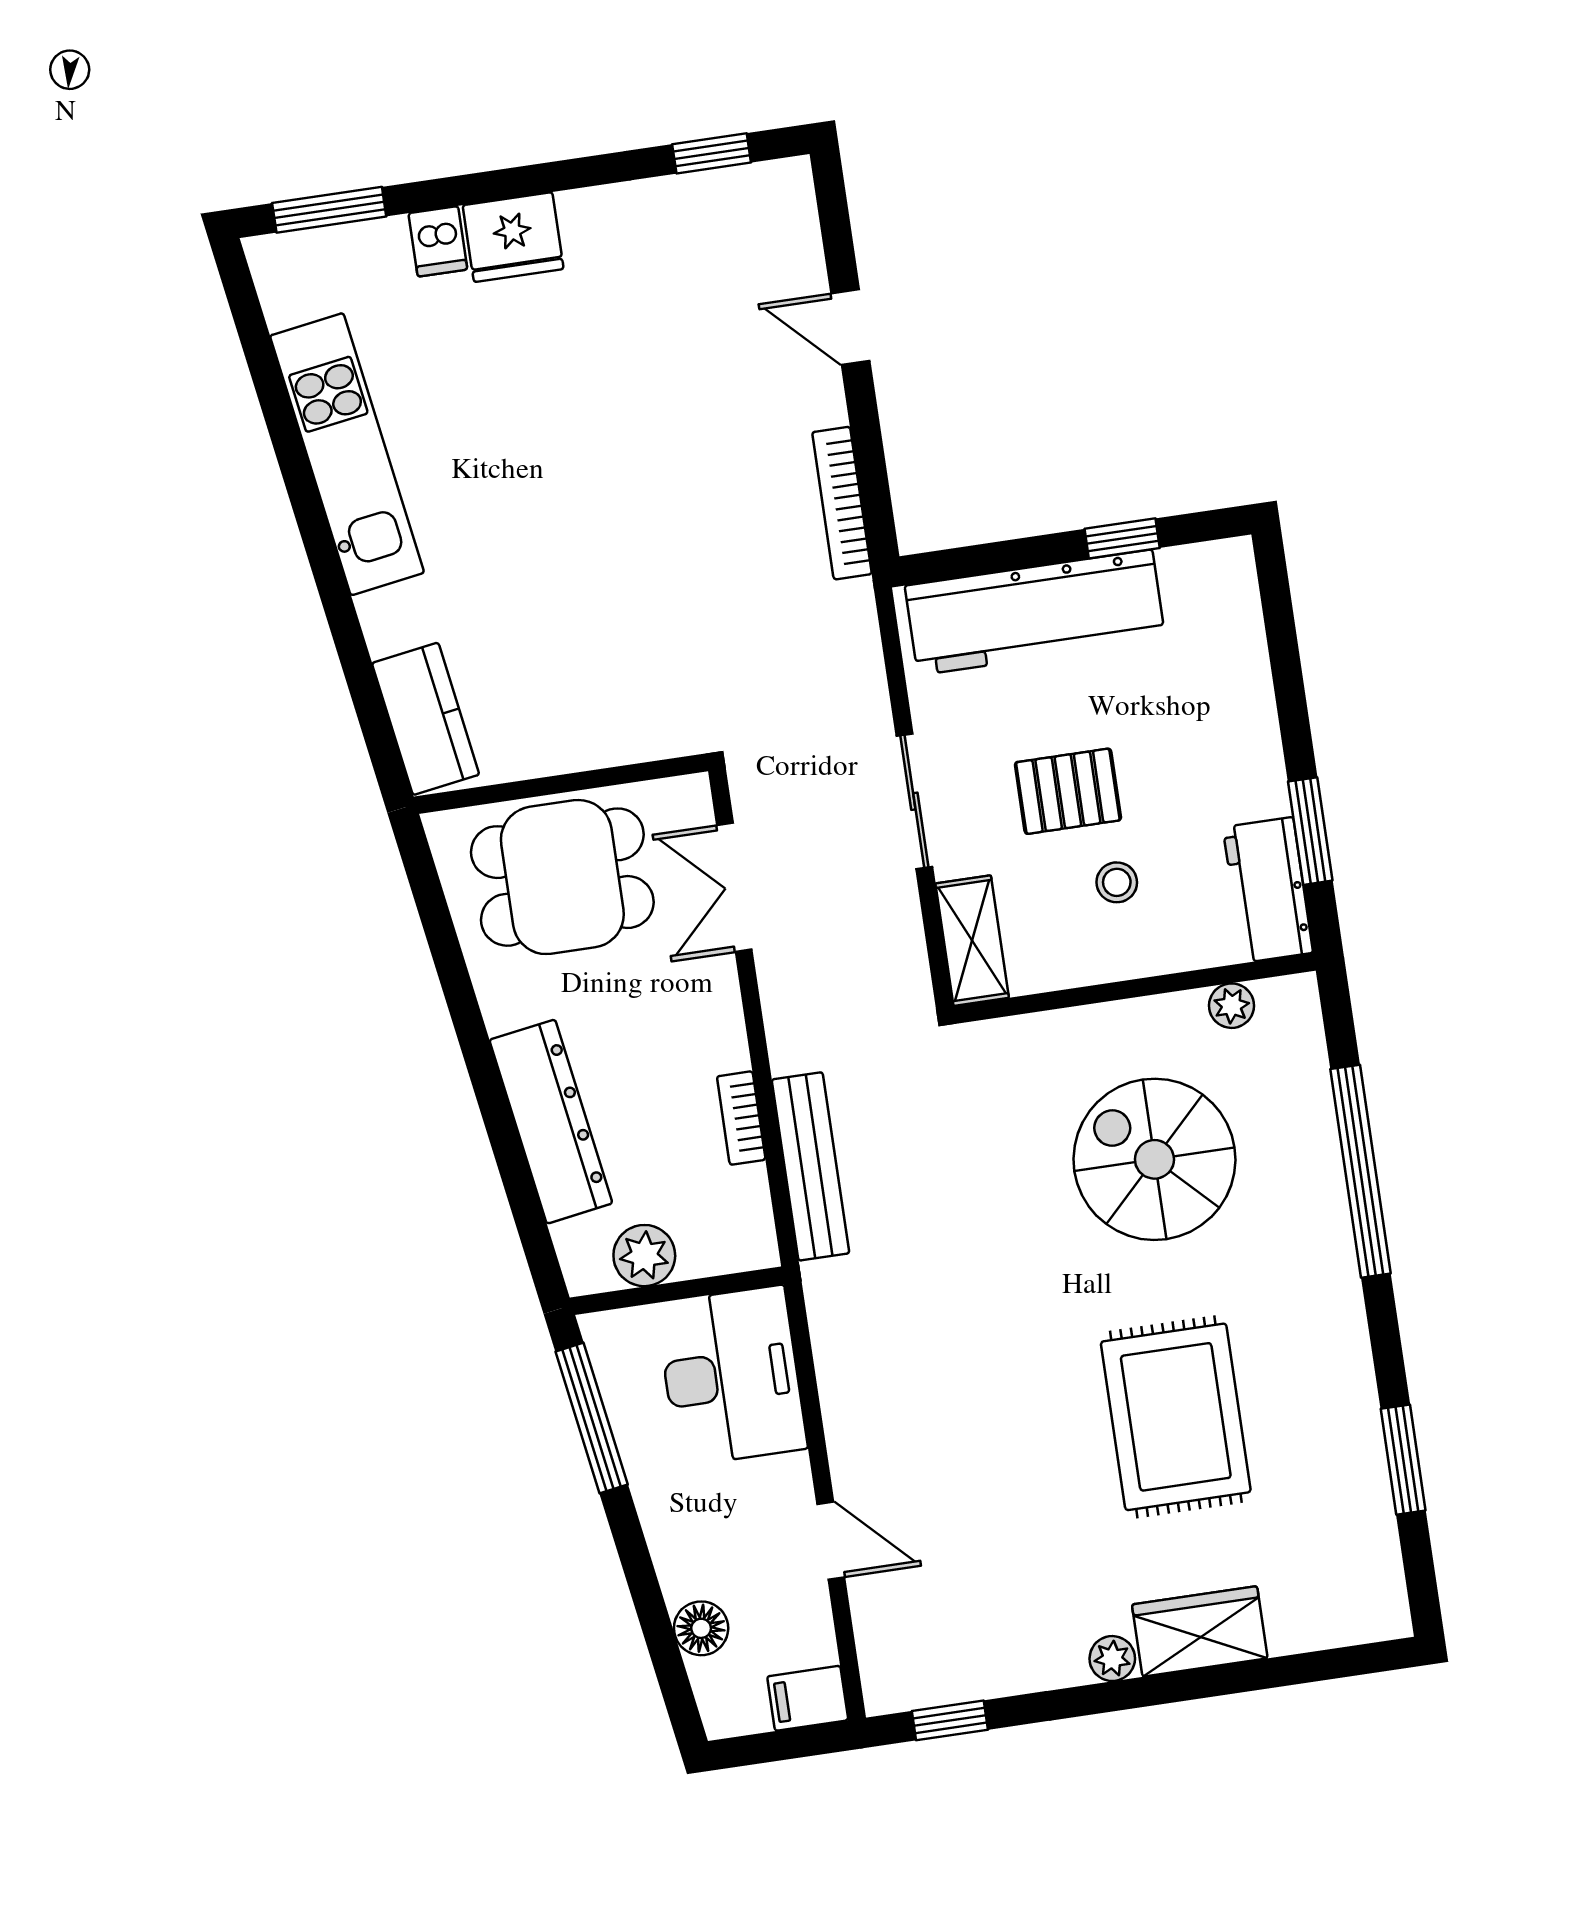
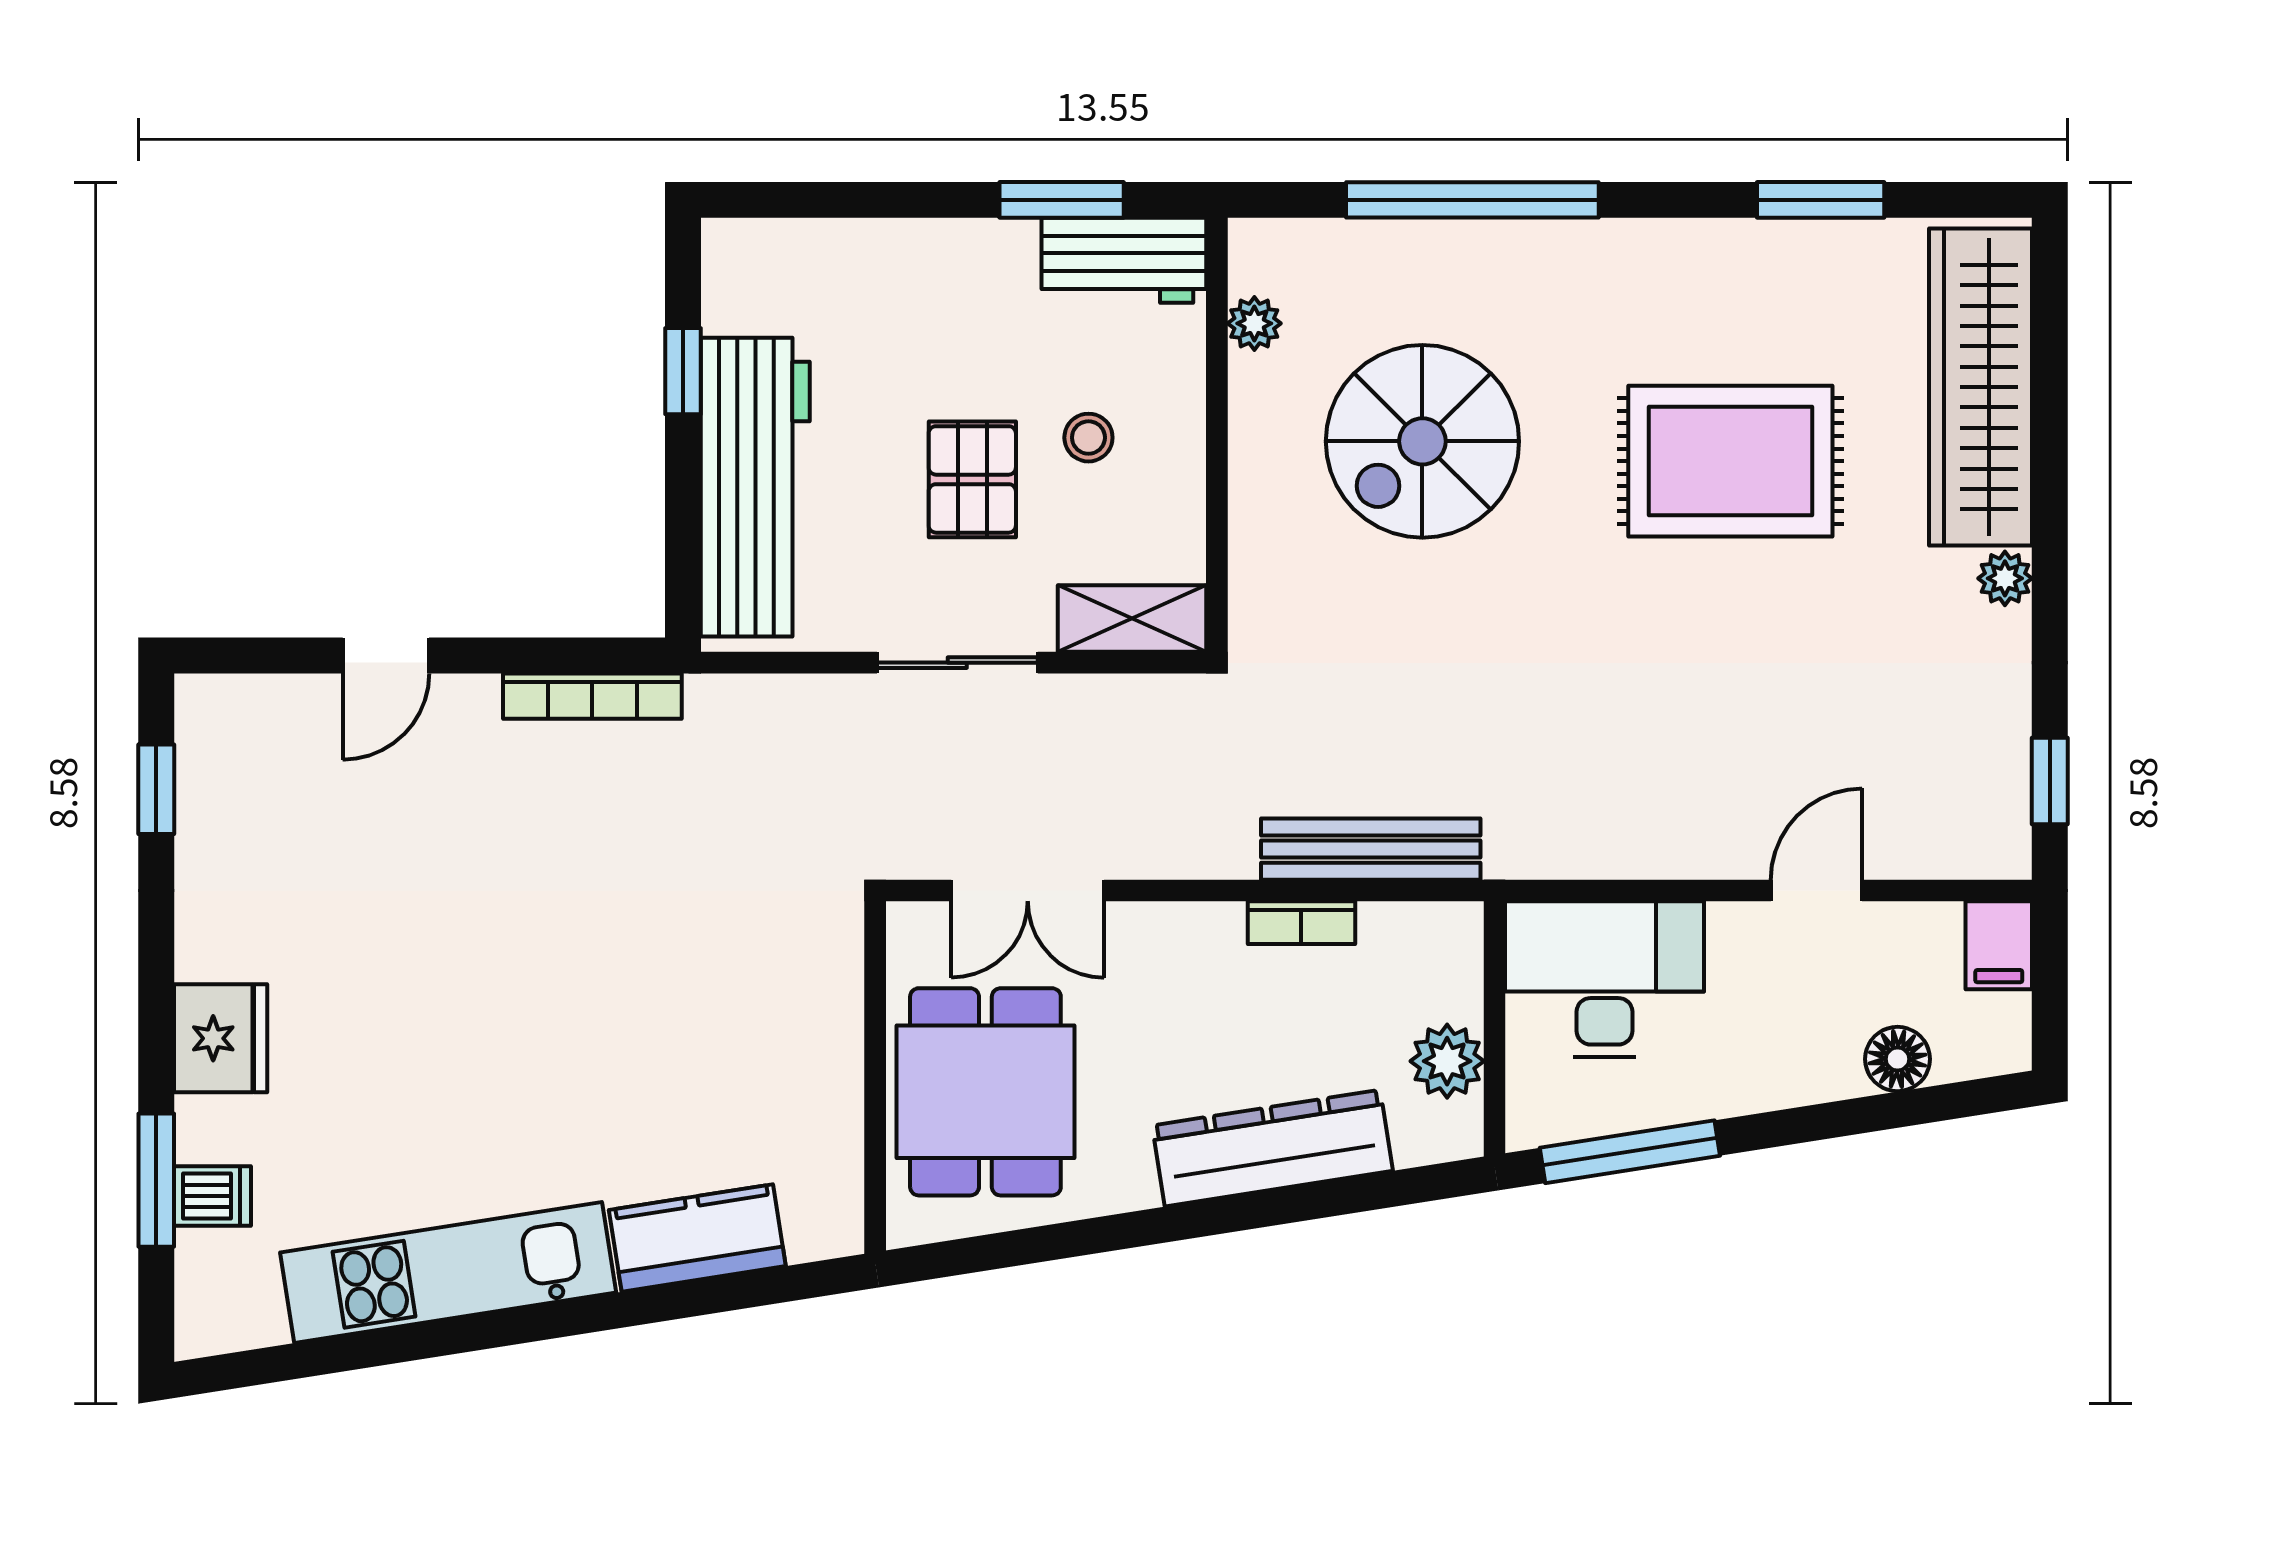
window: (329, 210) -> (156, 1180), moved
dishwasher: (438, 241) -> (212, 1196), moved
kitchen counter: (426, 719) -> (697, 1238), moved
wardrobe: (1200, 1631) -> (1981, 387), width x2.10, depth x1.17

